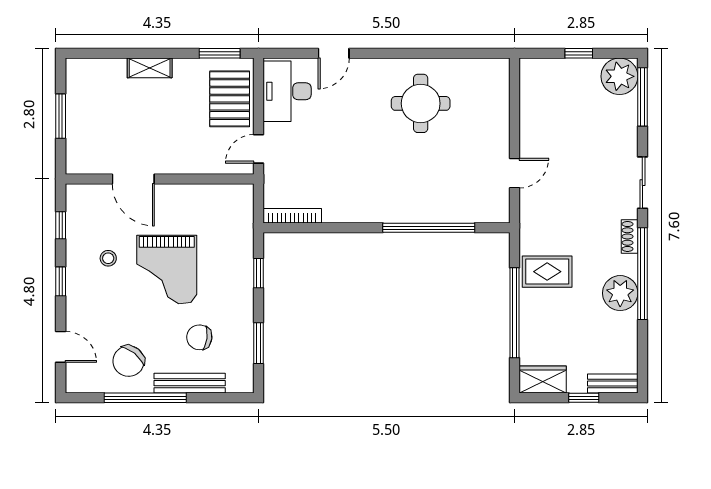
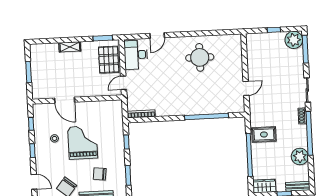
grand piano: (167, 270) -> (83, 142), turned 180
plant: (620, 293) -> (300, 157), moved

